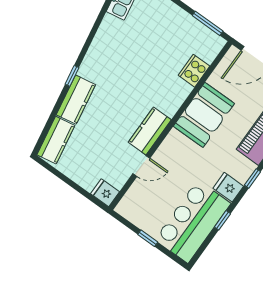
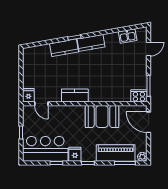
cooker: (194, 71) -> (139, 96), moved
kitchen counter: (56, 140) -> (91, 43), moved
door: (141, 166) -> (41, 104), moved

